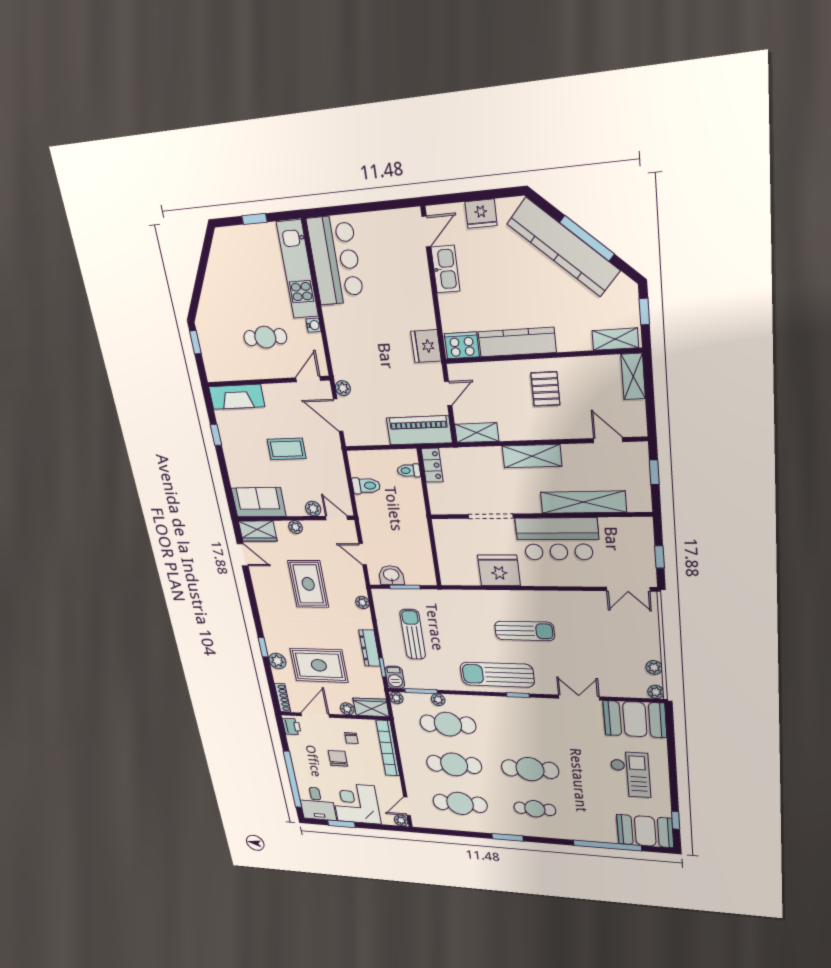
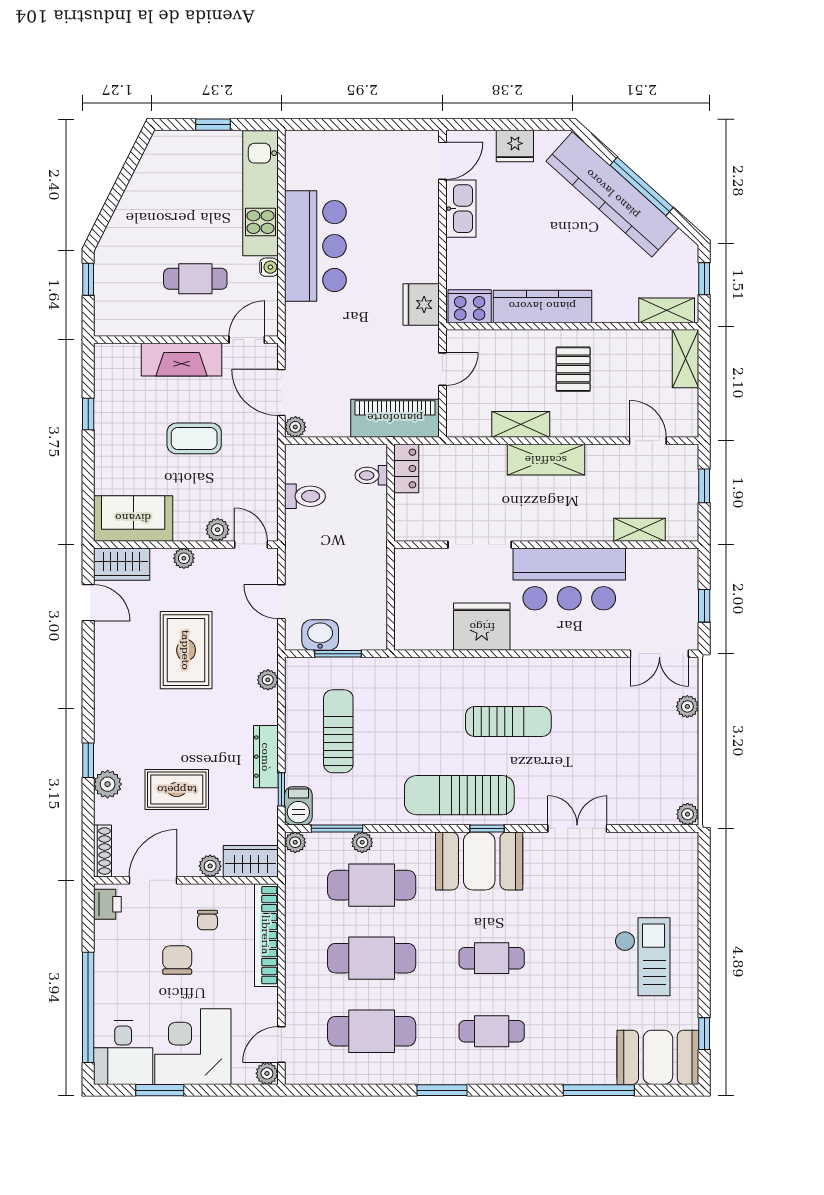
bar counter: (335, 260) -> (315, 246), moved
plant: (343, 388) -> (295, 427), moved
fireplace: (237, 397) -> (182, 360), moved
shelving: (477, 433) -> (521, 424), moved
shelving: (583, 502) -> (639, 530), width x0.45, depth x0.75
rug: (319, 665) -> (177, 790), width x0.73, depth x0.70
plant: (654, 667) -> (687, 706), moved
booth: (635, 719) -> (479, 861), moved
cafe table: (530, 769) -> (492, 958), width x0.73, depth x0.74
window: (607, 845) -> (599, 1090), width x0.68

